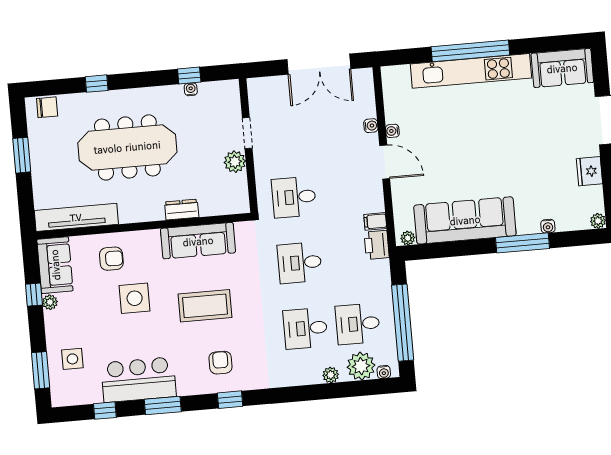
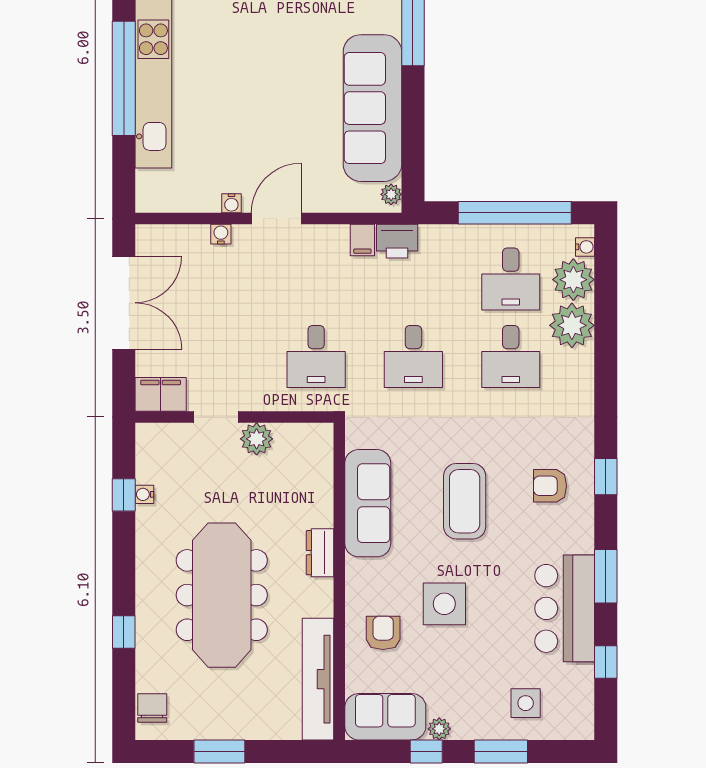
filing cabinet: (259, 94) -> (161, 394), added
dresser: (182, 210) -> (320, 553), moved
window: (41, 370) -> (501, 751), moved
plant: (331, 375) -> (572, 325), width x1.87, depth x1.87

